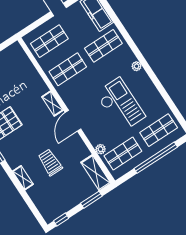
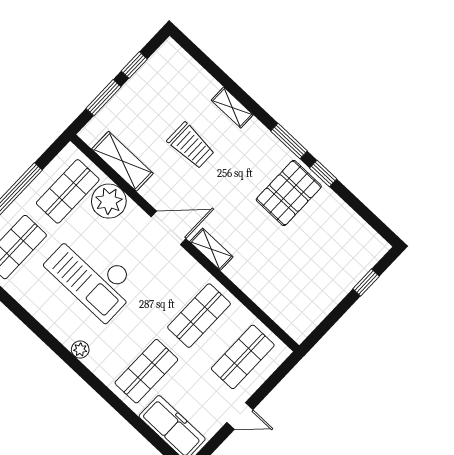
door: (73, 121) -> (168, 228), hinge flipped
plant: (101, 149) -> (109, 201), width x1.87, depth x1.87
shelving: (96, 173) -> (122, 161), moved
window: (61, 220) -> (134, 65), moved

